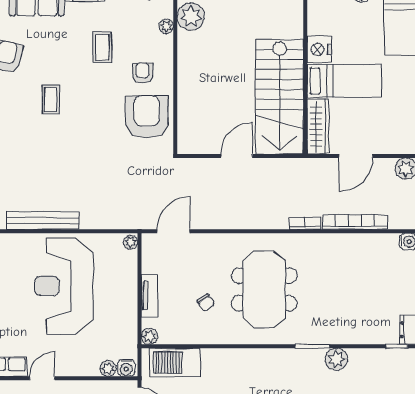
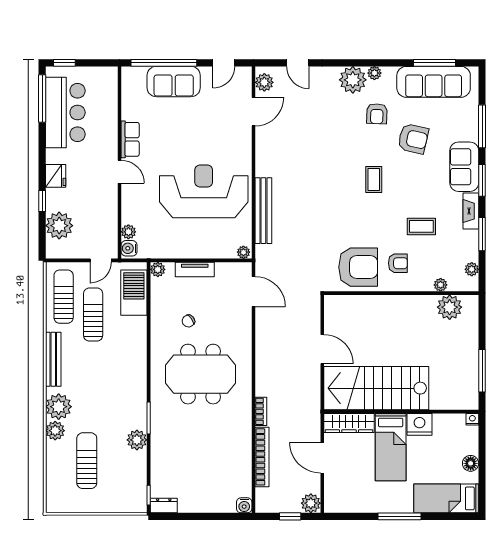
coffee table: (51, 99) -> (374, 179), turned 90
bench: (43, 220) -> (263, 211), moved

